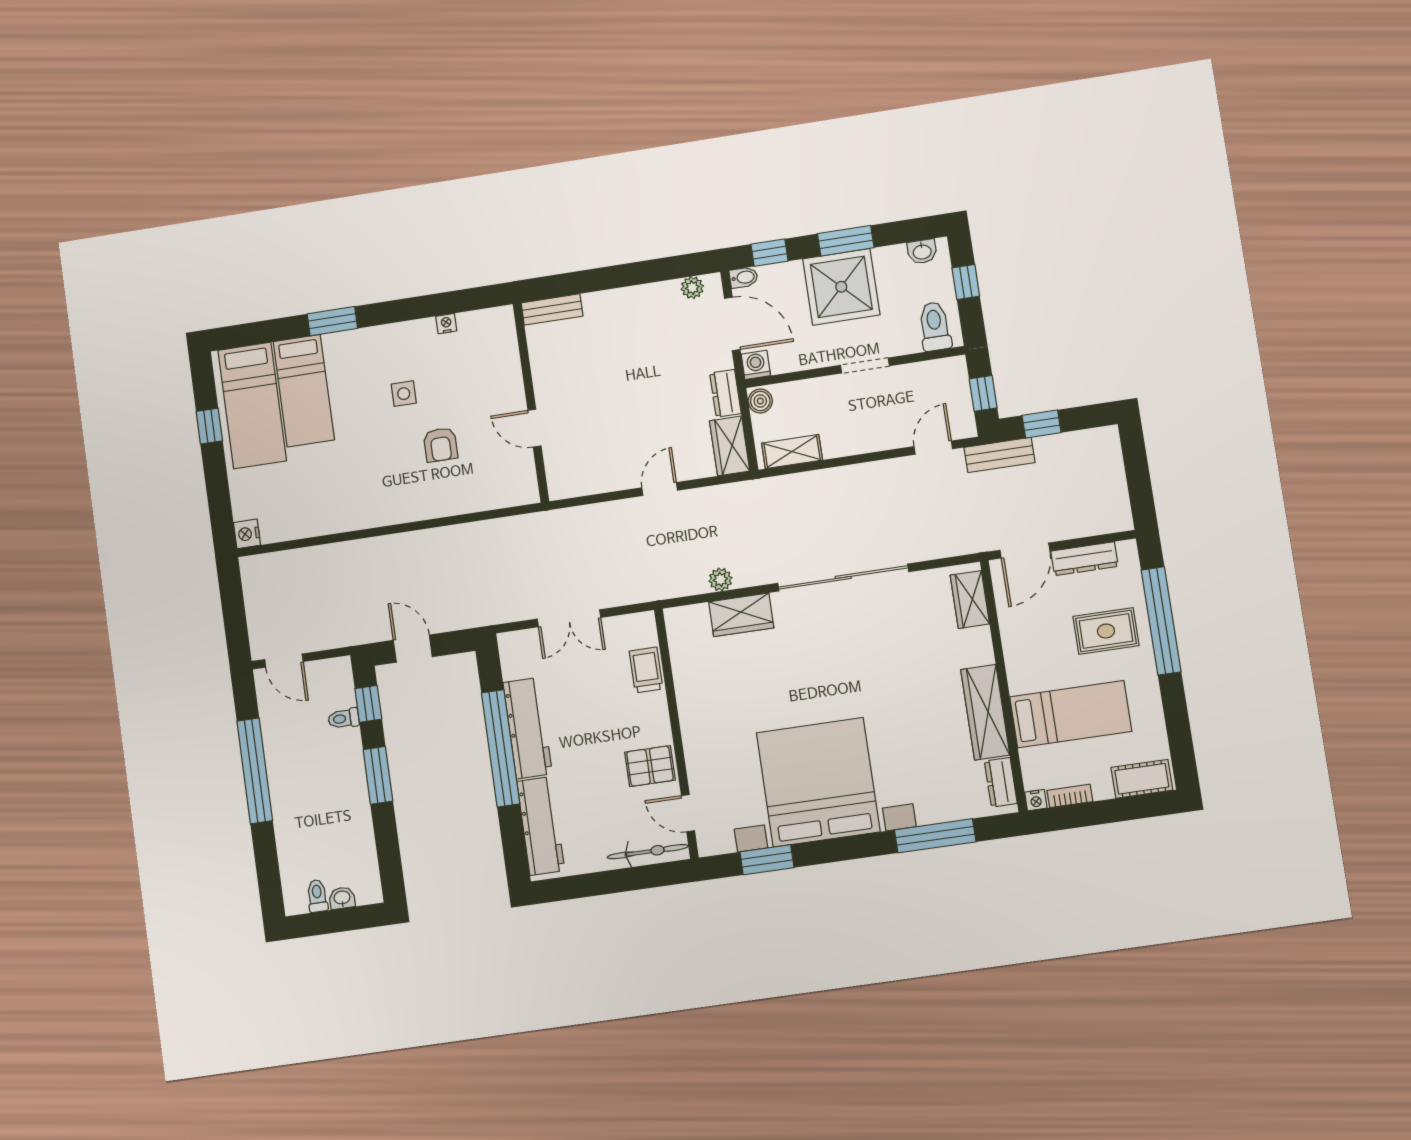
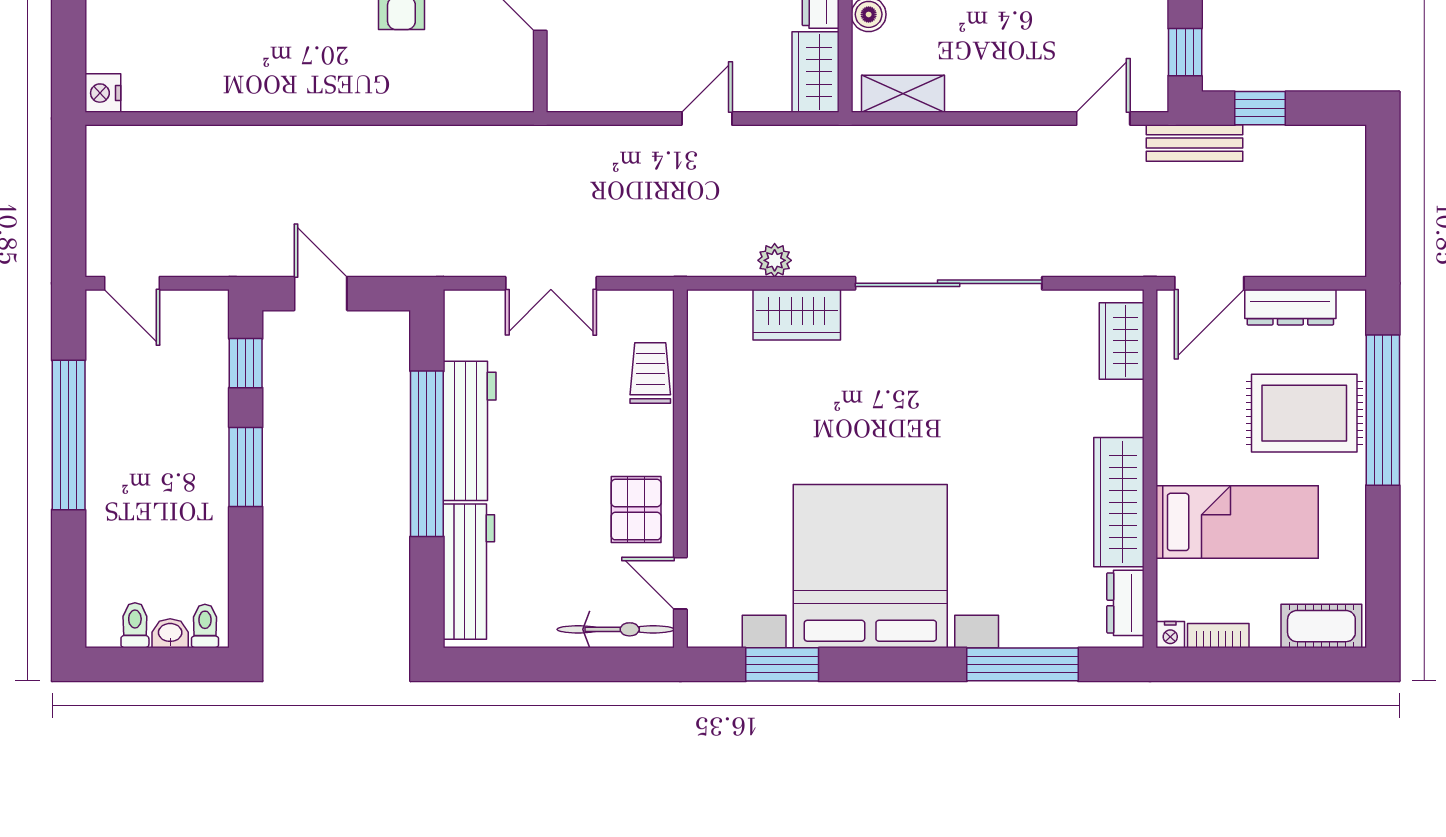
rug: (1106, 631) -> (1304, 413), width x1.36, depth x1.43
toilet: (344, 718) -> (205, 626), moved, turned 90
pallet: (650, 766) -> (636, 510), turned 90

